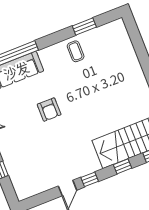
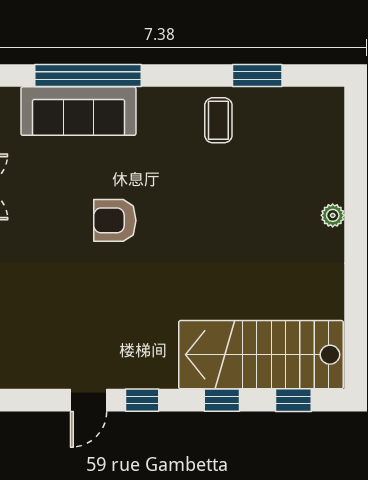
plant: (138, 72) -> (333, 215), added
armchair: (49, 110) -> (115, 220), turned 90

